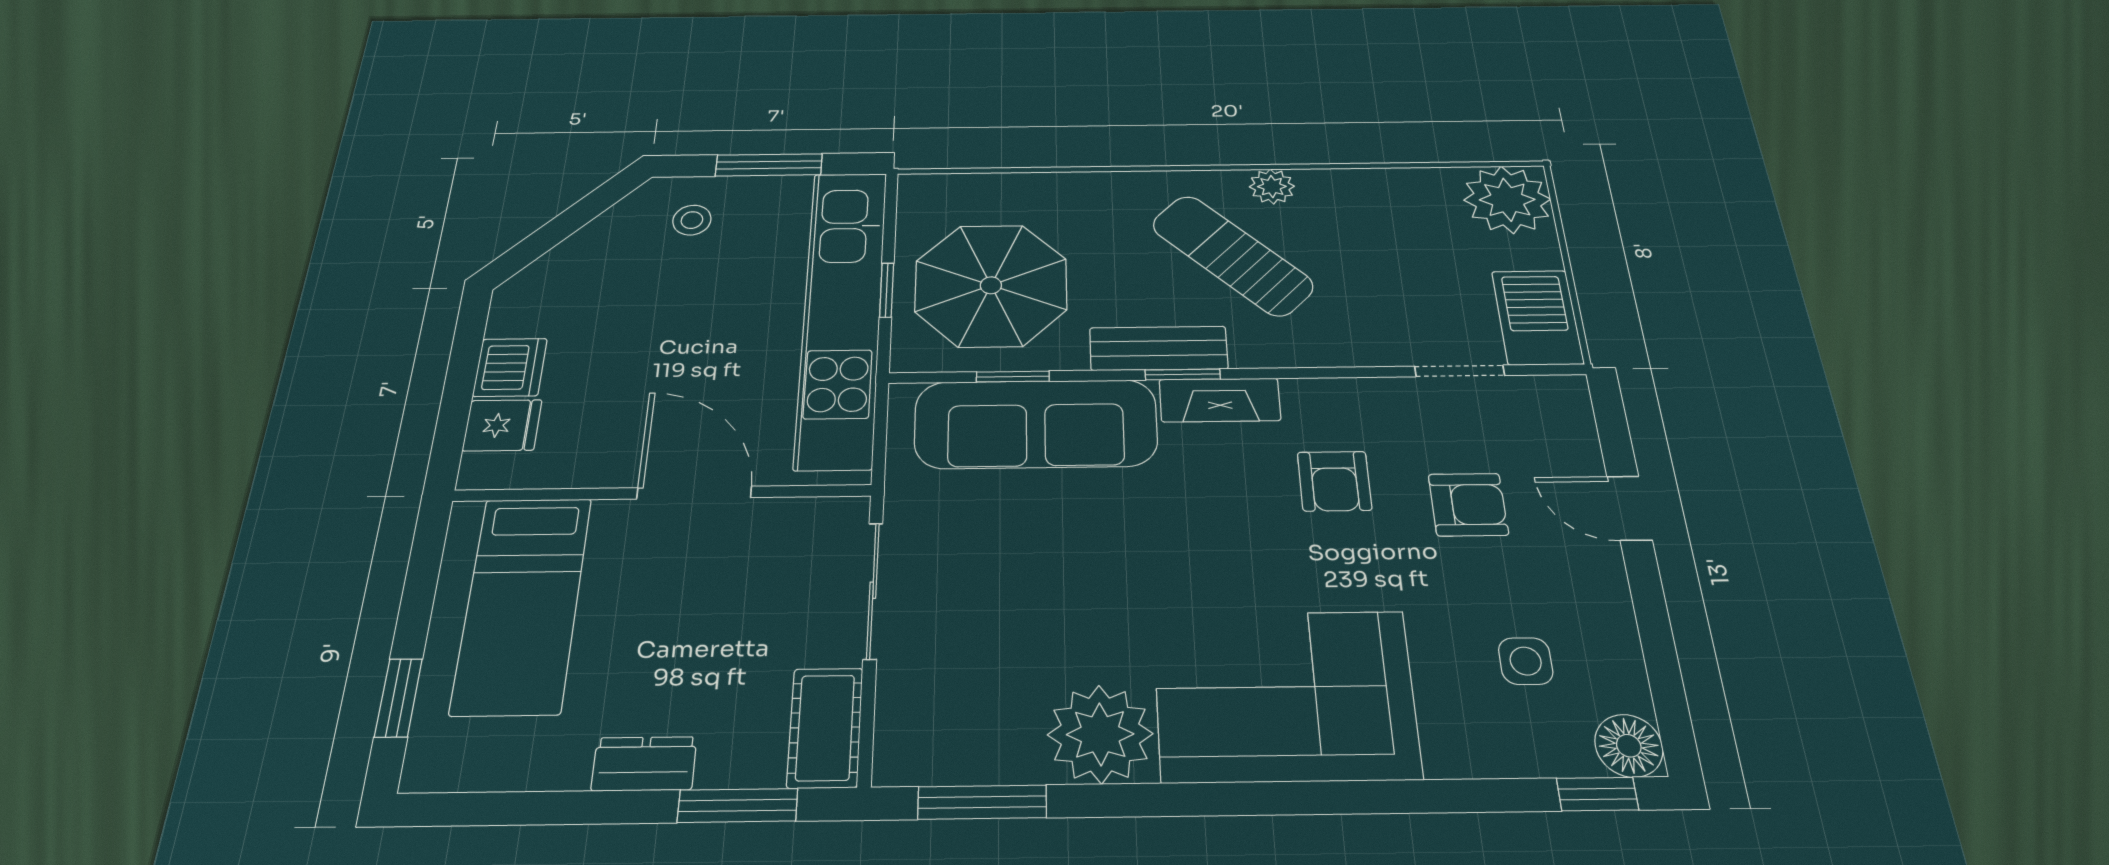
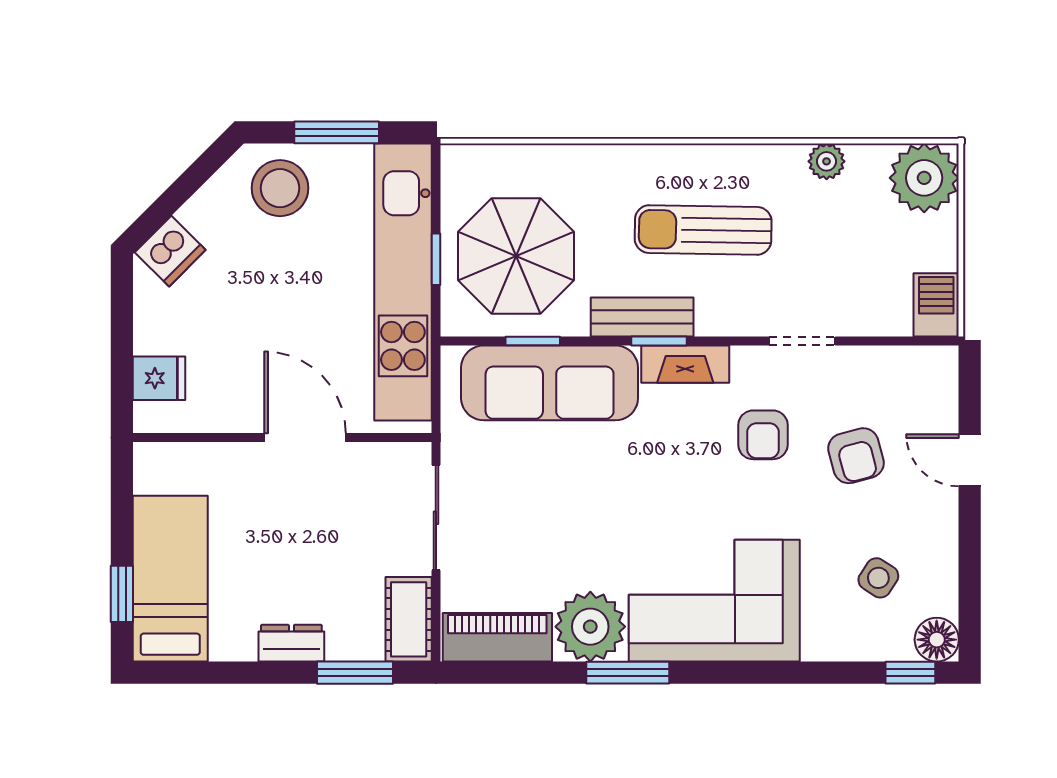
plant: (1272, 186) -> (827, 161), moved
stool: (692, 220) -> (280, 188), width x1.89, depth x1.89
sun lounger: (1232, 255) -> (703, 230), turned -43
barbecue: (1537, 317) -> (936, 305), width x0.73, depth x0.79
dishwasher: (510, 367) -> (170, 251), moved, turned 45
doorway: (1460, 371) -> (802, 341), moved
armchair: (1468, 505) -> (856, 456), turned 75
bed: (522, 604) -> (170, 579), moved, turned 180
side table: (1526, 661) -> (878, 578), turned 33
piano: (959, 751) -> (497, 637), added
window: (982, 802) -> (628, 673), moved

